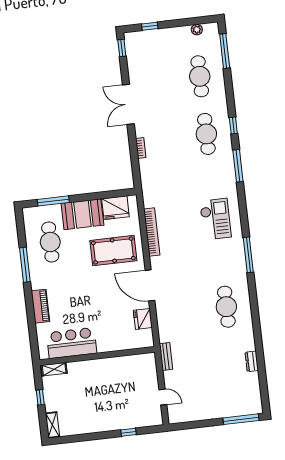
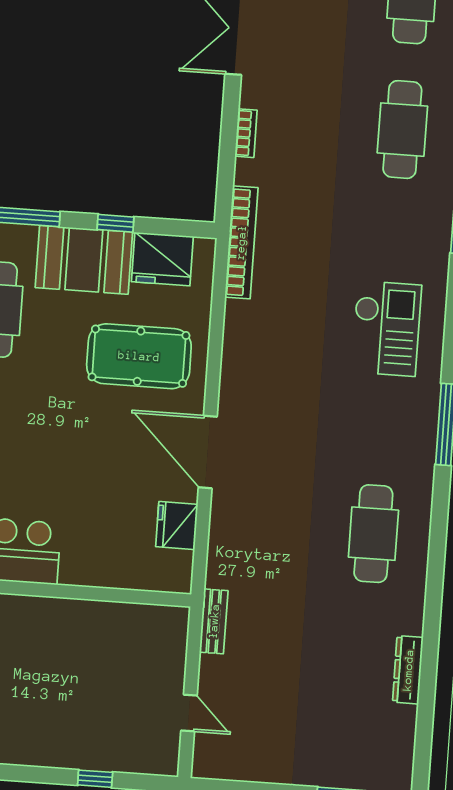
window: (93, 196) -> (115, 223), added
bookcase: (152, 232) -> (241, 242), moved
dresser: (252, 361) -> (408, 670), width x1.44

